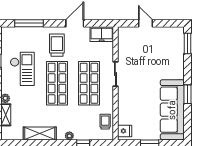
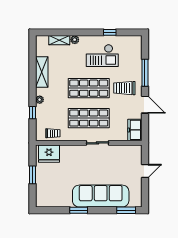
window: (29, 23) -> (145, 73), moved
trolley: (57, 45) -> (124, 88), turned 180
sofa: (172, 110) -> (101, 196), moved
fridge: (125, 131) -> (49, 154), width x1.88, depth x1.34

